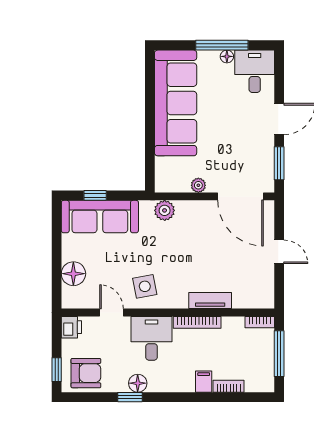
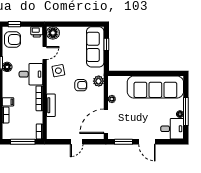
armchair: (172, 244) -> (81, 85), added
floor lamp: (73, 274) -> (53, 33), moved
armchair: (86, 373) -> (12, 40), turned -90

